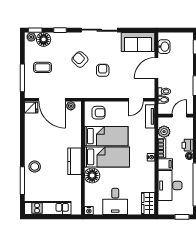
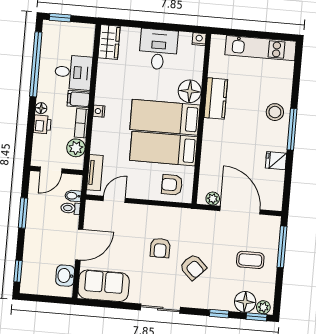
sliding door: (99, 30) -> (160, 309), width x0.73
fridge: (31, 108) -> (276, 161), moved
kitchen counter: (74, 161) -> (216, 98), moved
window: (22, 181) -> (292, 129), moved
desk: (170, 185) -> (73, 72), width x0.73

